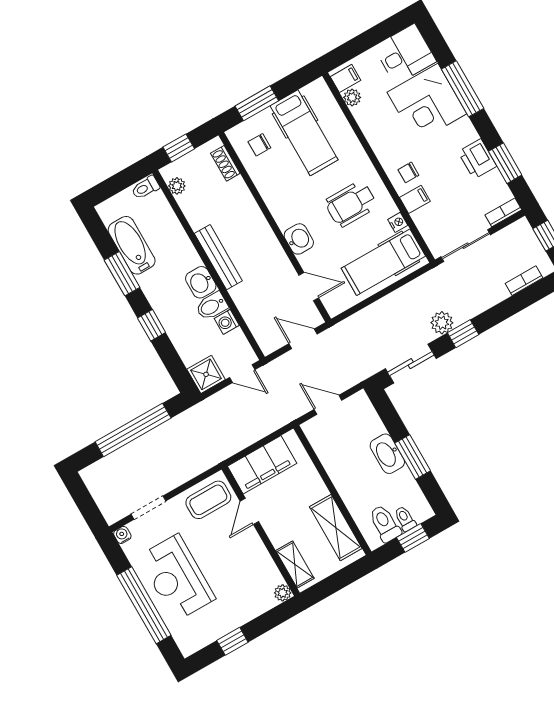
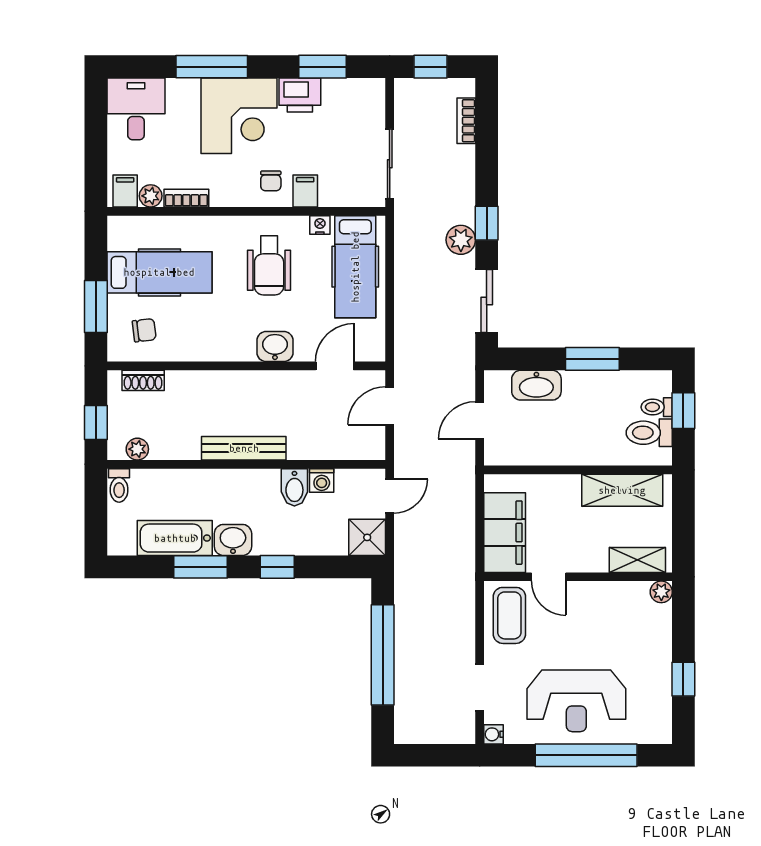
corner desk: (427, 103) -> (239, 116), moved
chair: (259, 145) -> (144, 330), turned -97
bookcase: (503, 212) -> (186, 198), moved, turned 90
washbasin: (201, 282) -> (233, 540), moved, turned 180
washbasin: (387, 454) -> (536, 385), moved

